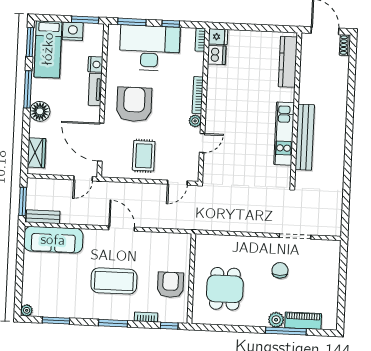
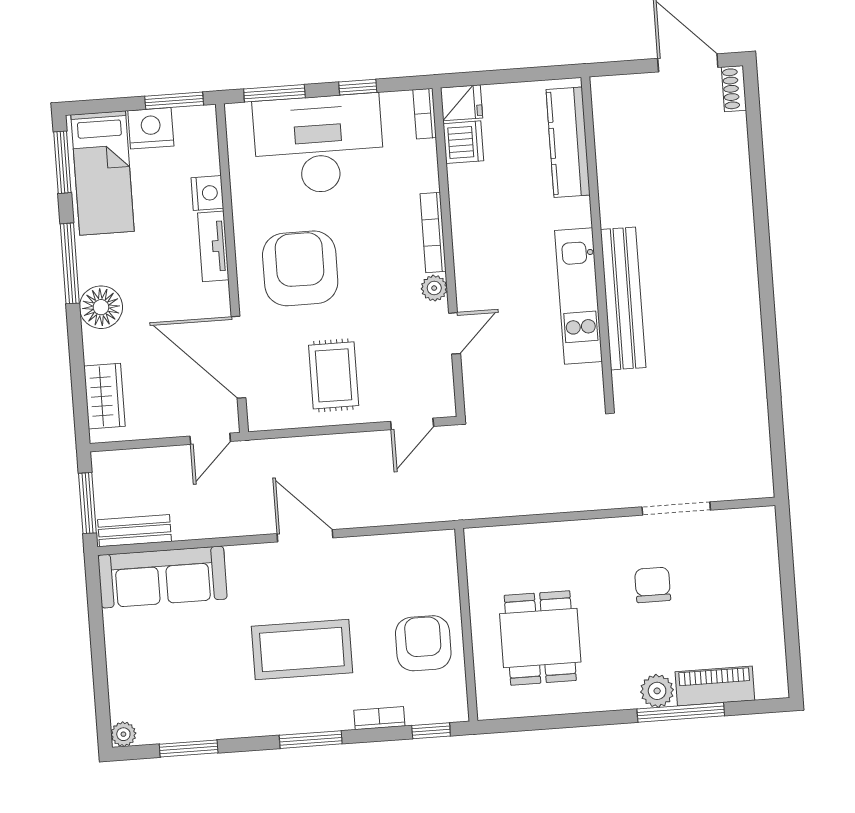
kitchen counter: (288, 62) -> (568, 142), moved
wall: (296, 109) -> (597, 241), moved
kitchen unit: (284, 134) -> (579, 296), moved
bench: (305, 137) -> (623, 298), moved

